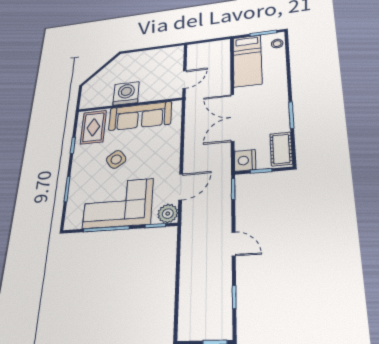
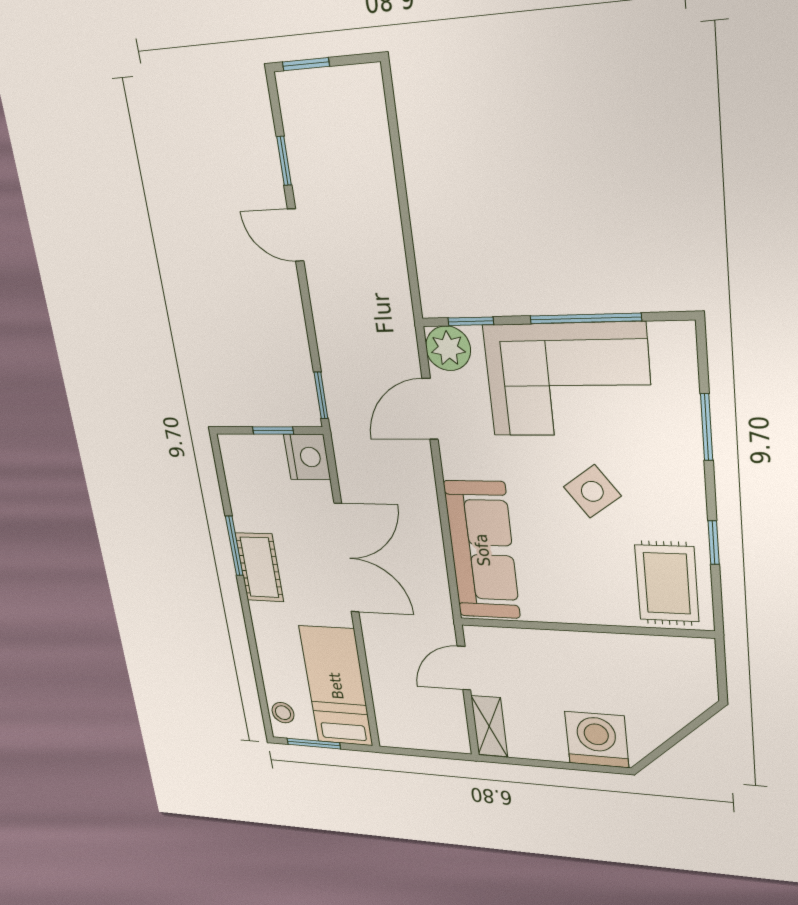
shelving: (177, 58) -> (489, 726), added
washing machine: (126, 93) -> (597, 740), moved, turned 180
sofa: (140, 116) -> (482, 550), moved, turned 90
cot: (281, 149) -> (259, 567), moved
door: (234, 244) -> (296, 235), moved

